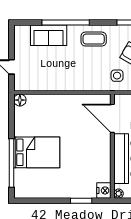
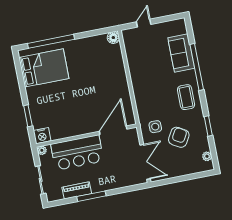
bed: (37, 152) -> (44, 68), moved, turned -90

